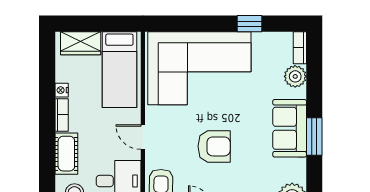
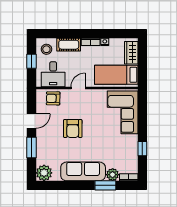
corner sofa: (199, 68) -> (123, 112), width x0.73, depth x0.74
sofa: (290, 128) -> (83, 171), width x1.36
window: (314, 136) -> (105, 185), moved

